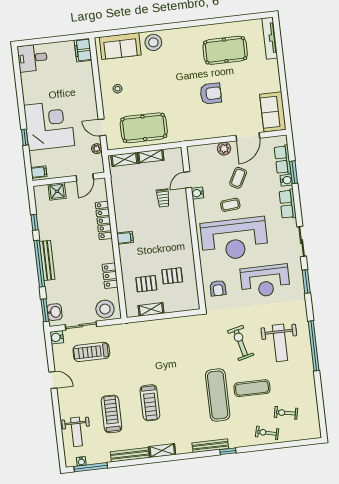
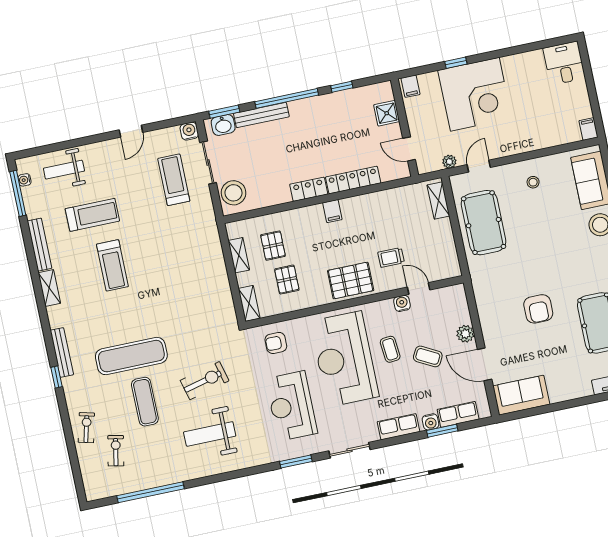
filing cabinet: (83, 50) -> (588, 129), width x0.50
shelving: (151, 156) -> (249, 303), moved
pallet: (177, 229) -> (351, 281), added
bench: (47, 260) -> (261, 115), moved
locker: (110, 276) -> (309, 189), moved
window: (314, 346) -> (150, 492), moved
treadmill: (150, 403) -> (112, 265), turned -90

